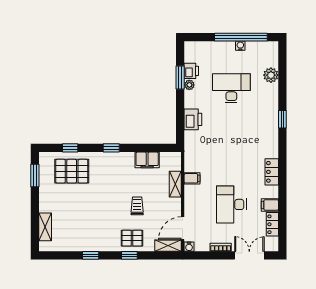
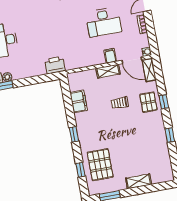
printer: (193, 119) -> (55, 65), moved
filing cabinet: (192, 178) -> (110, 56), moved
shelving: (175, 184) -> (108, 71), moved
shelving: (45, 227) -> (139, 181), moved

